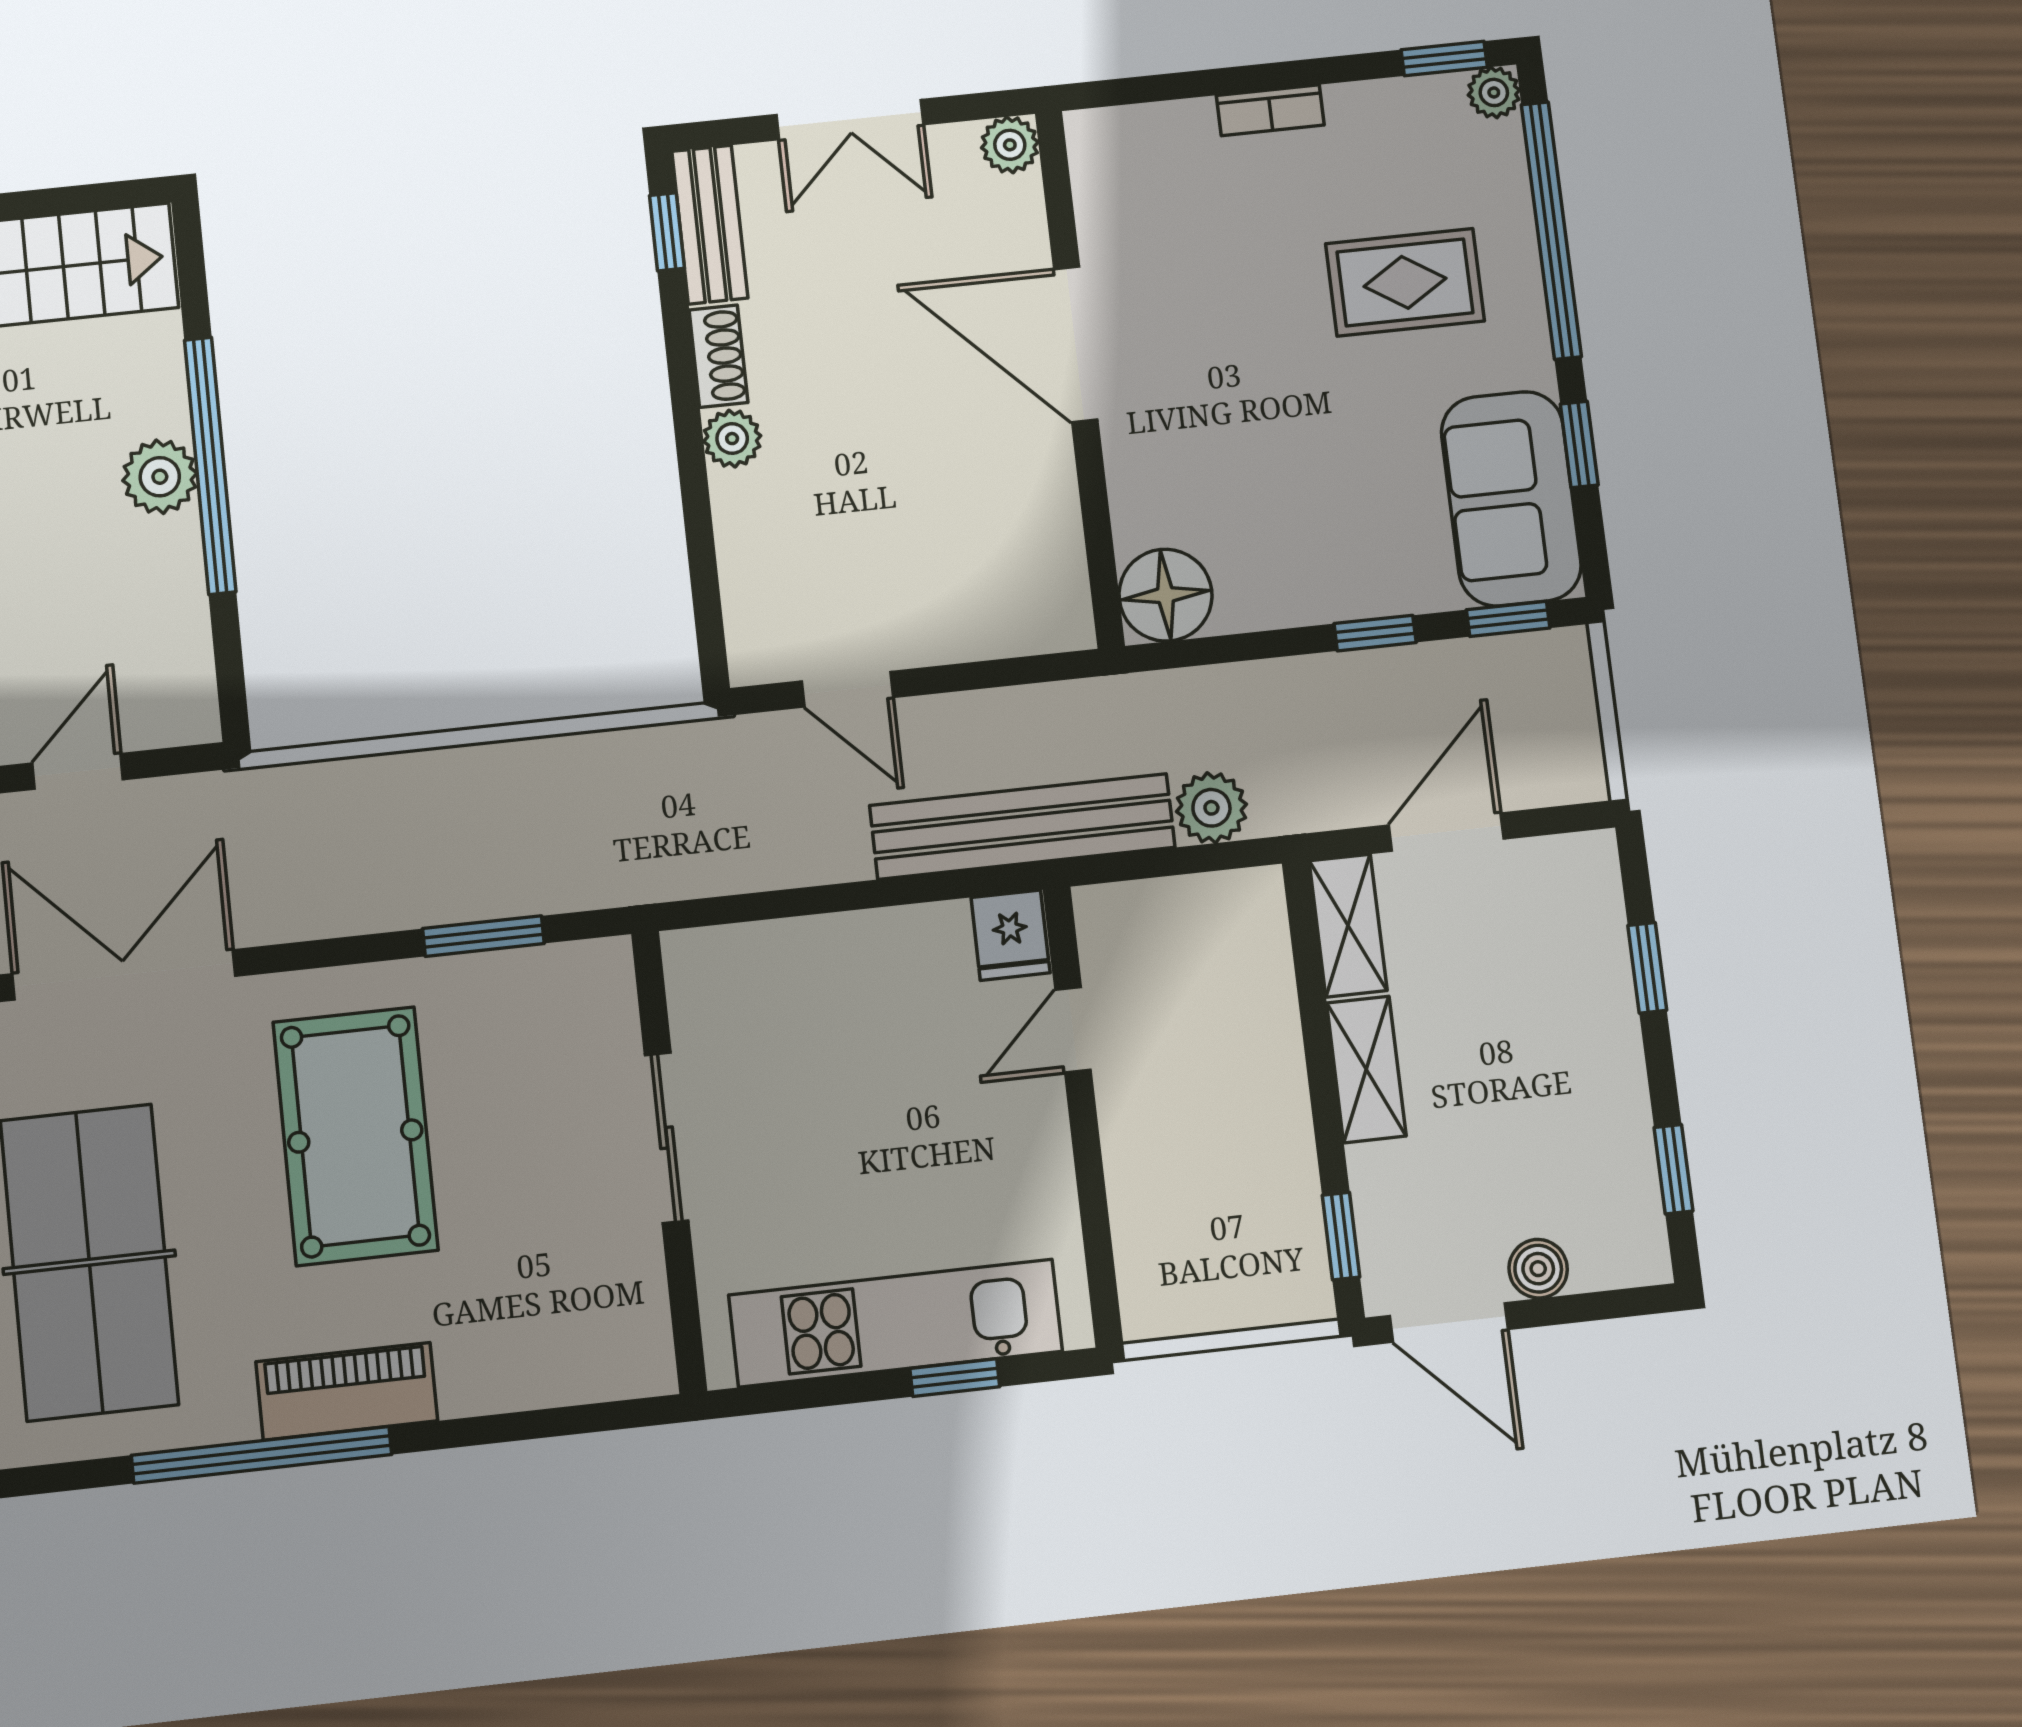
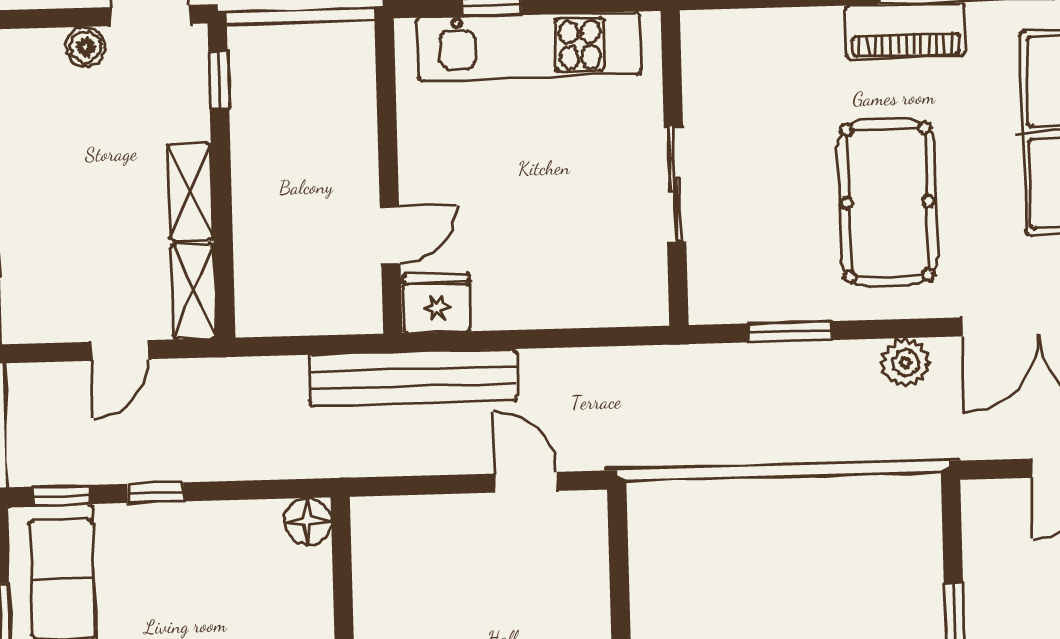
floor lamp: (1166, 595) -> (308, 522), width x0.73, depth x0.73
plant: (1211, 808) -> (905, 363), moved
door: (1446, 832) -> (119, 350), width x0.73
fridge: (1010, 935) -> (437, 303), width x1.38

